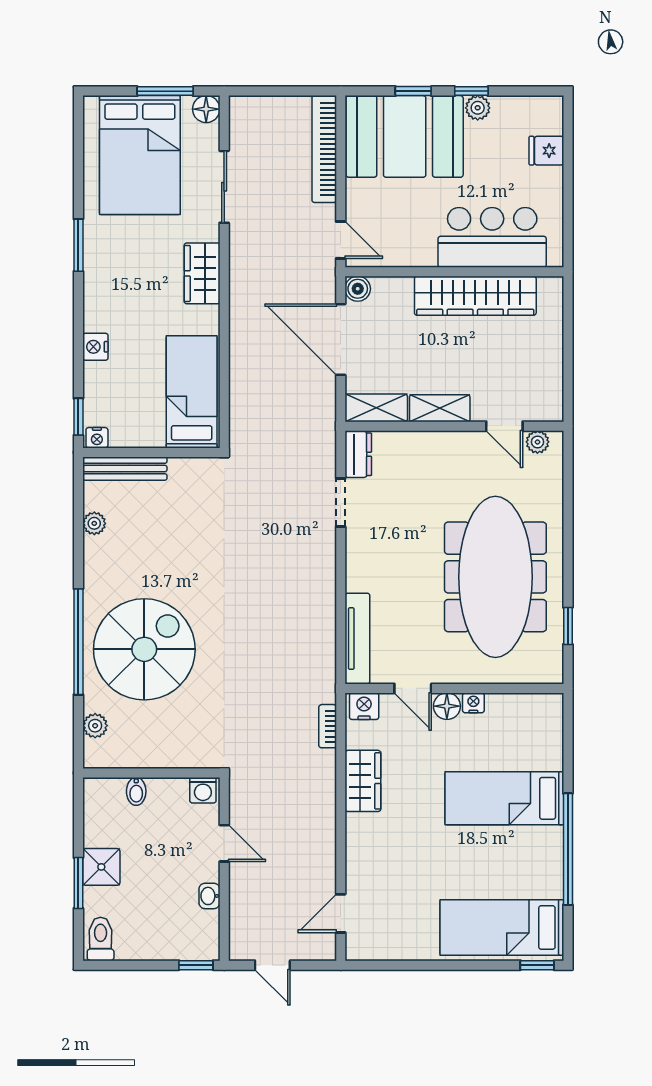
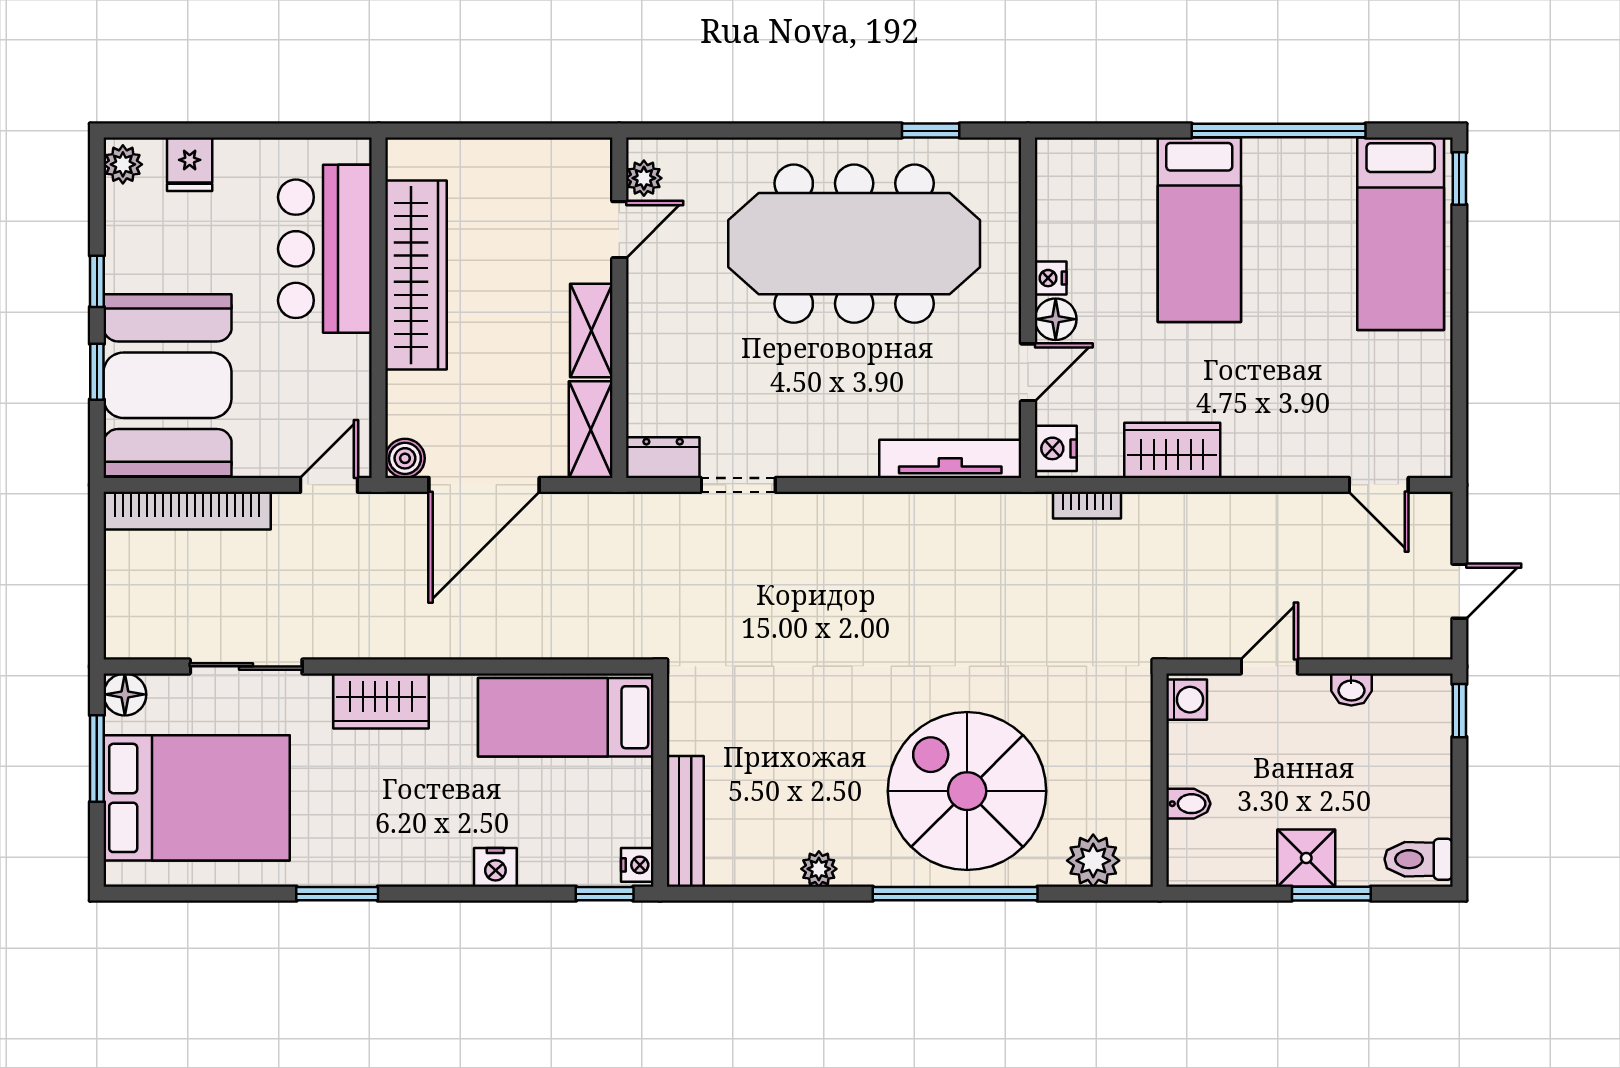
plant: (478, 108) -> (123, 164), moved
plant: (94, 523) -> (819, 869), moved
plant: (95, 726) -> (1093, 861), width x1.38, depth x1.38

